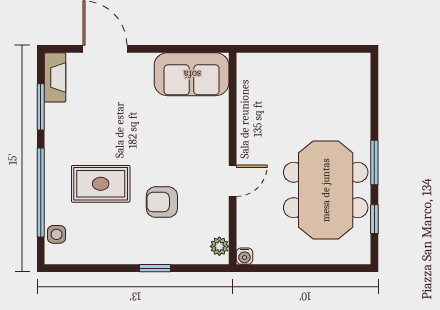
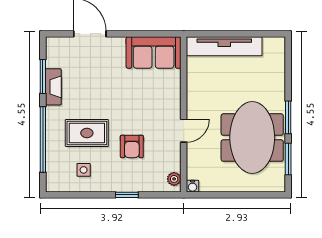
tv unit: (288, 66) -> (224, 46), added
fireplace: (55, 77) -> (53, 87), moved
armchair: (162, 202) -> (132, 146), turned -90
window: (374, 219) -> (288, 159), width x1.50
side table: (57, 234) -> (84, 170), moved

